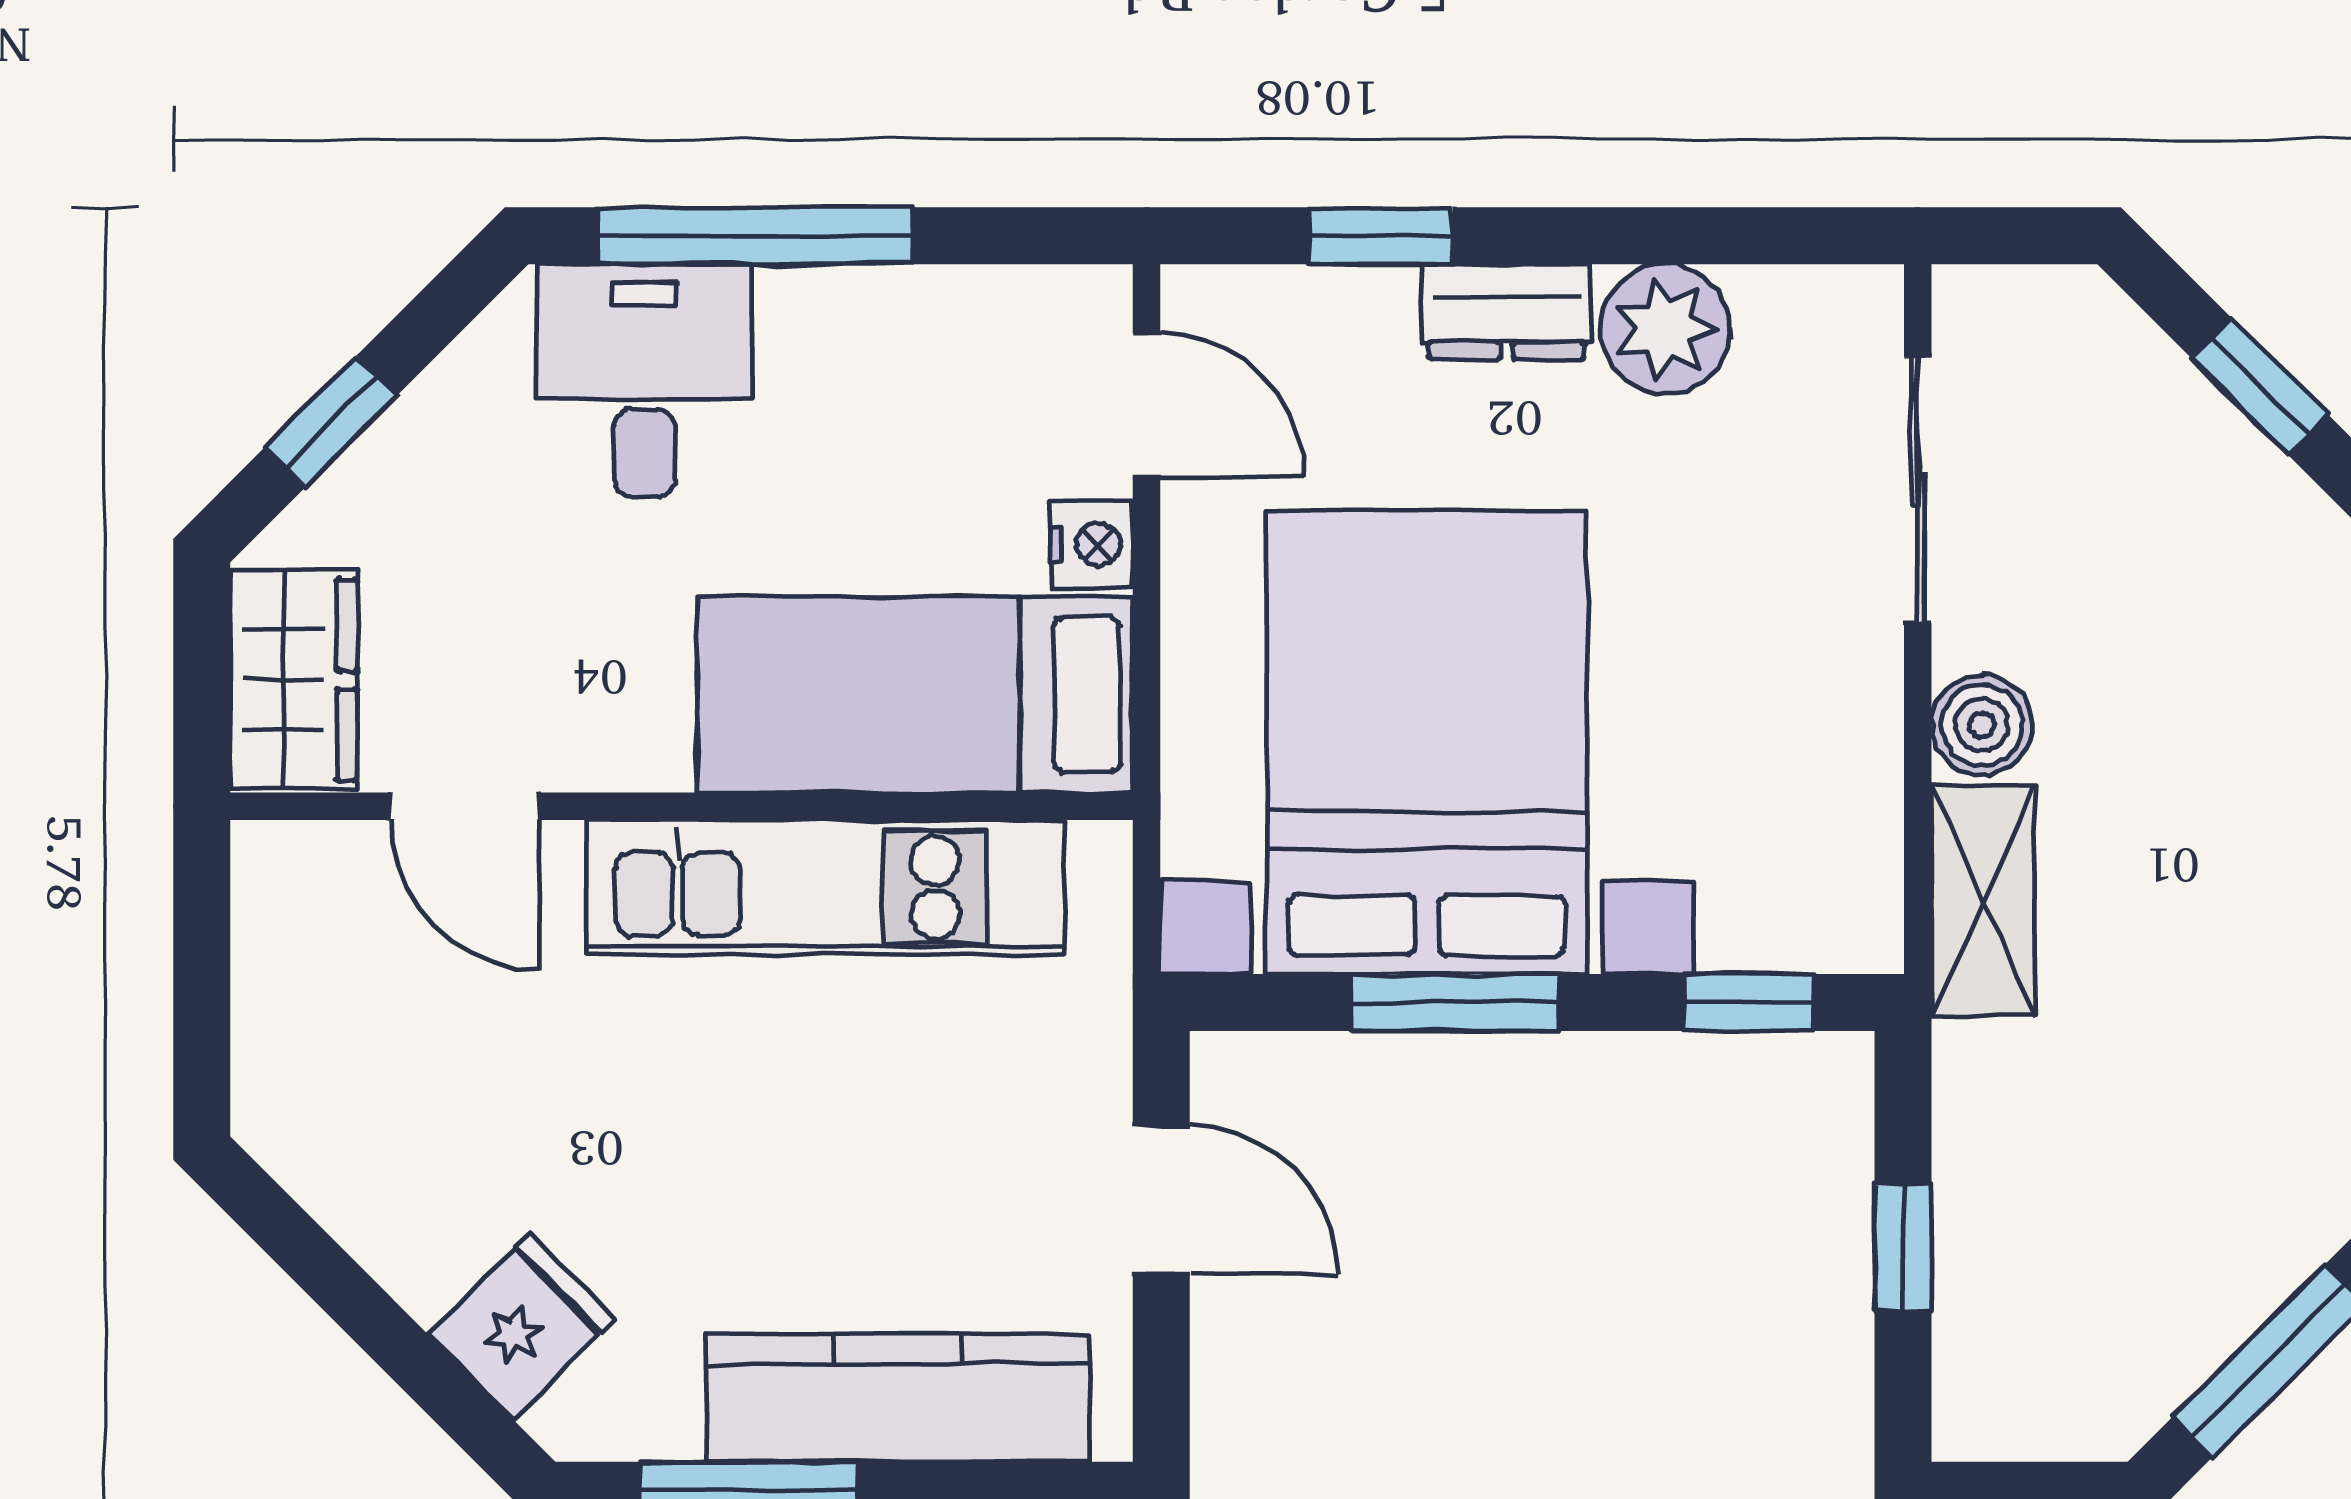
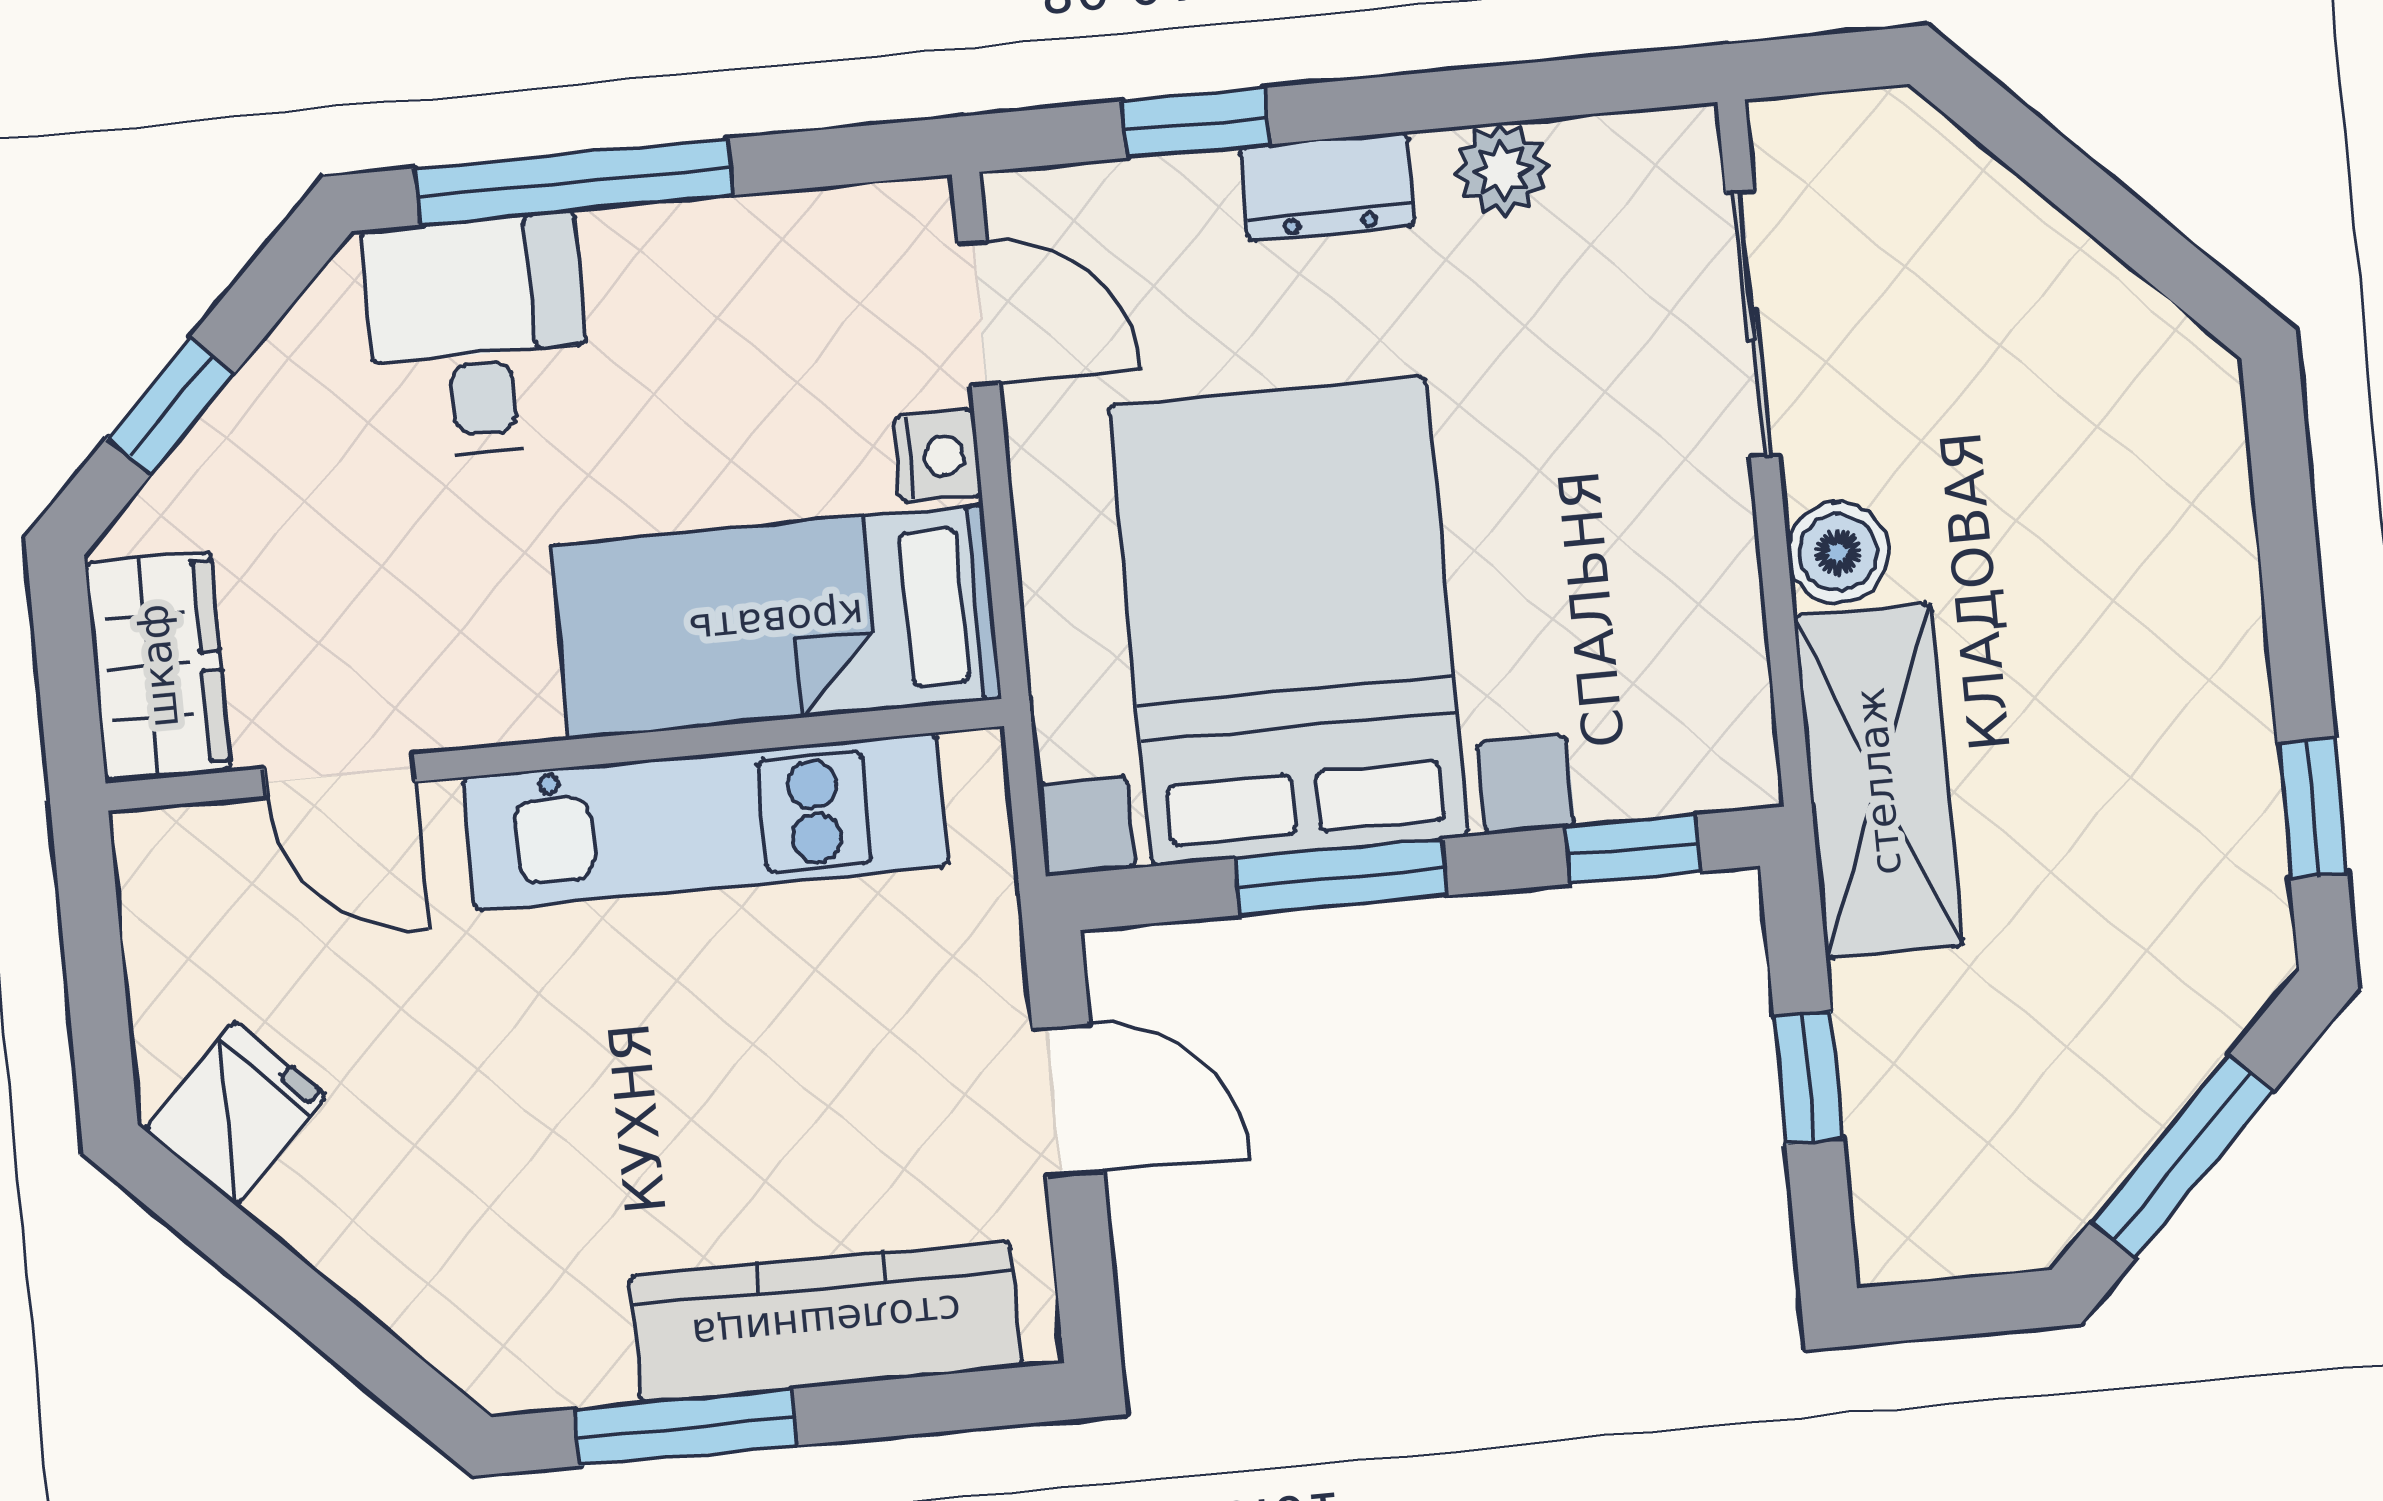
plant: (1665, 329) -> (1502, 170), width x0.73, depth x0.73
window: (2260, 387) -> (2082, 190), removed
shelving: (1983, 900) -> (1878, 781), width x1.50, depth x1.33
fridge: (522, 1327) -> (236, 1113), moved

